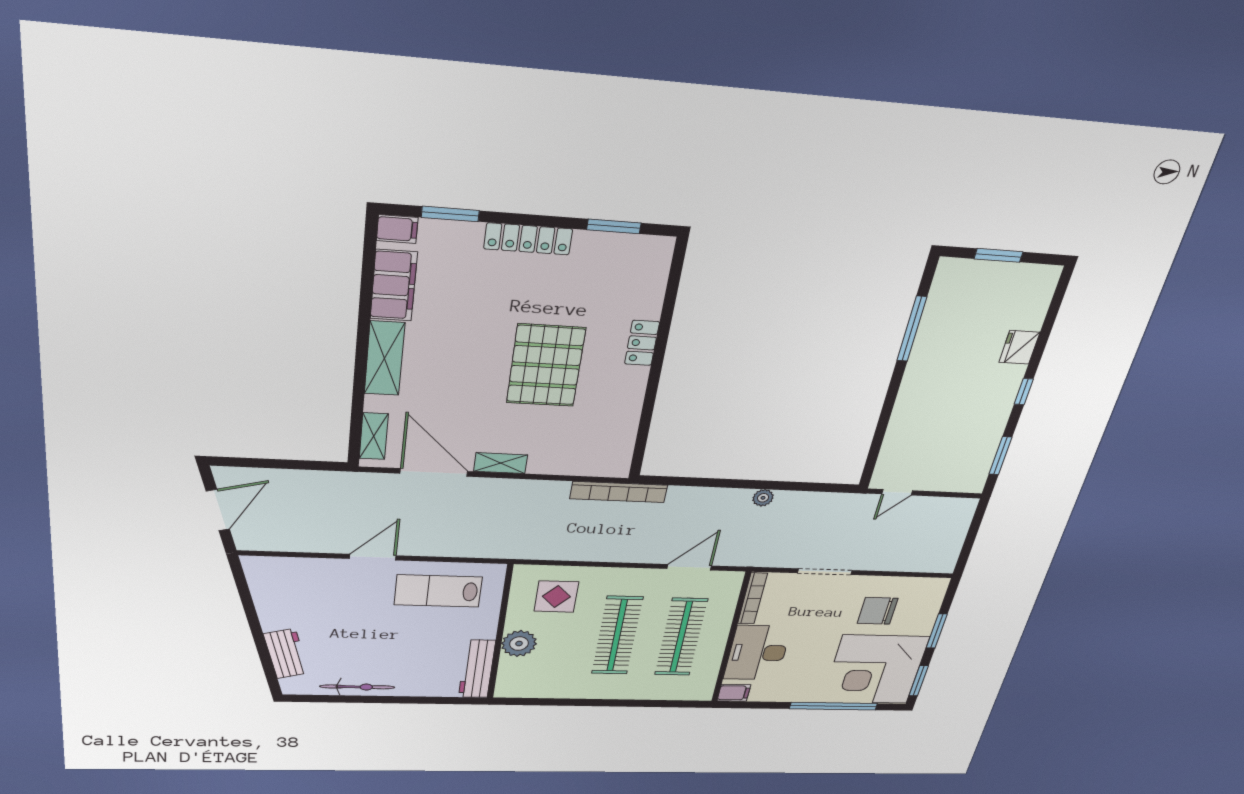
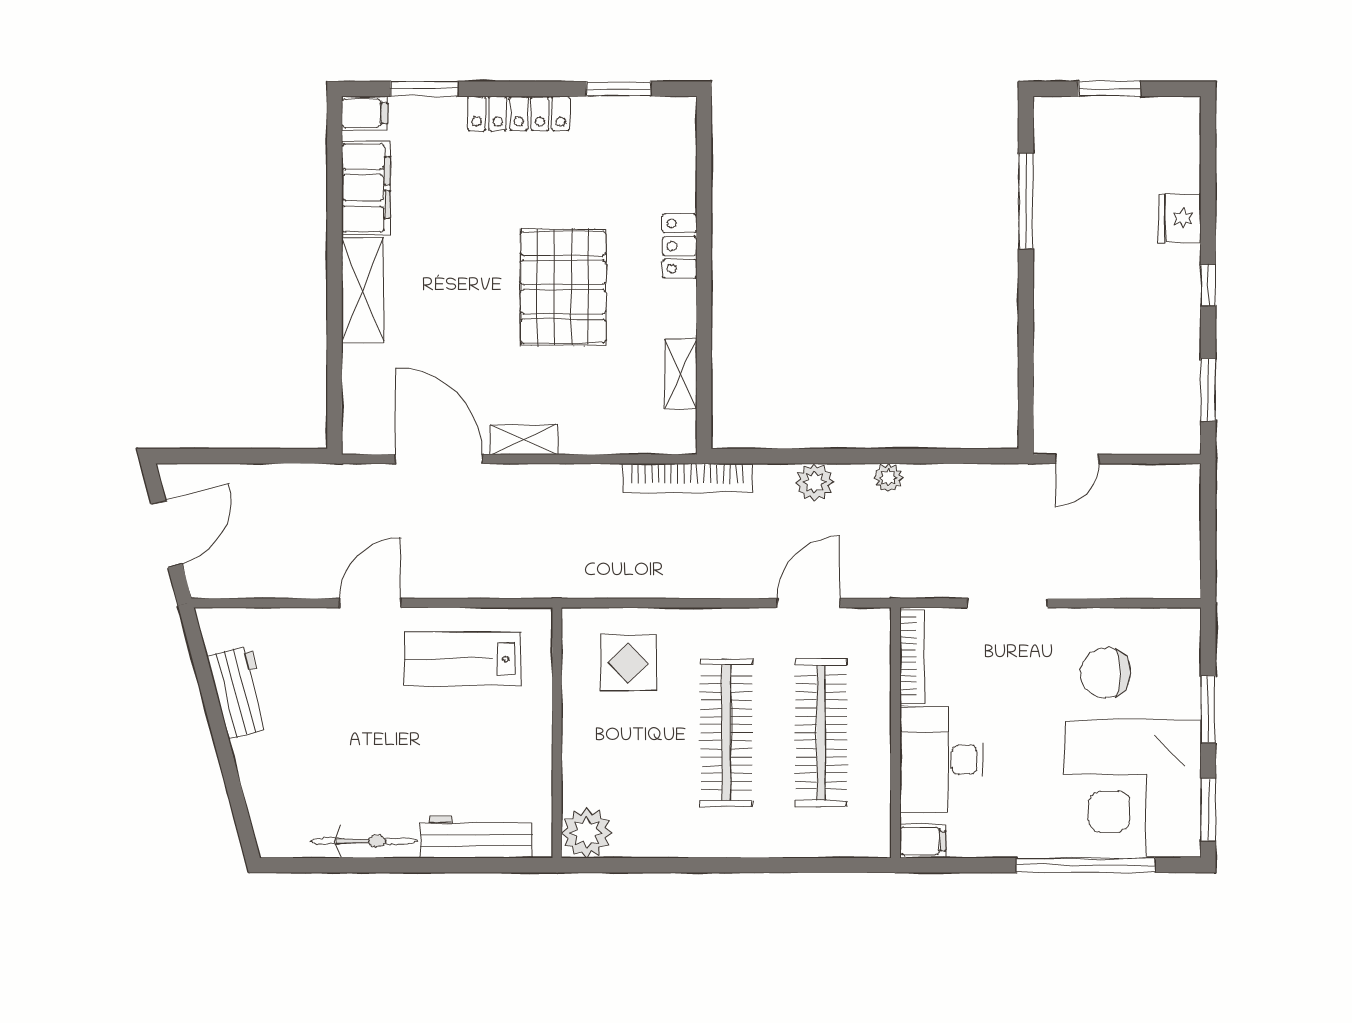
shelving: (374, 436) -> (681, 374), moved
plant: (710, 498) -> (814, 482), added
plant: (519, 644) -> (587, 833), moved
workbench: (286, 654) -> (239, 692), moved
workbench: (477, 669) -> (476, 837), moved, turned 90

